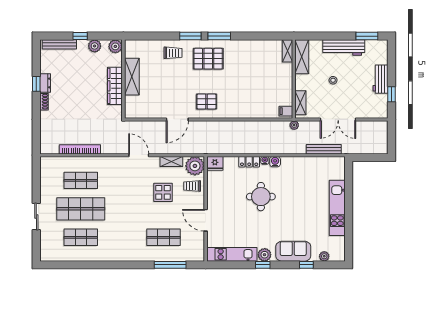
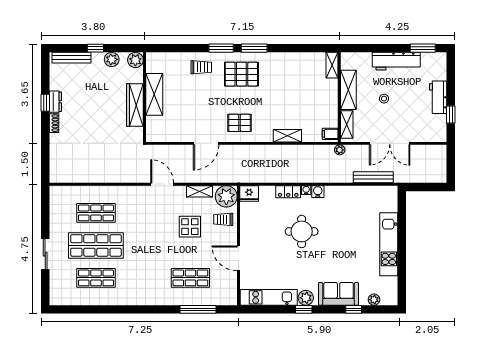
shelving: (302, 57) -> (348, 90), moved
shelving: (248, 113) -> (287, 136), added
bookcase: (80, 149) -> (95, 178), removed

